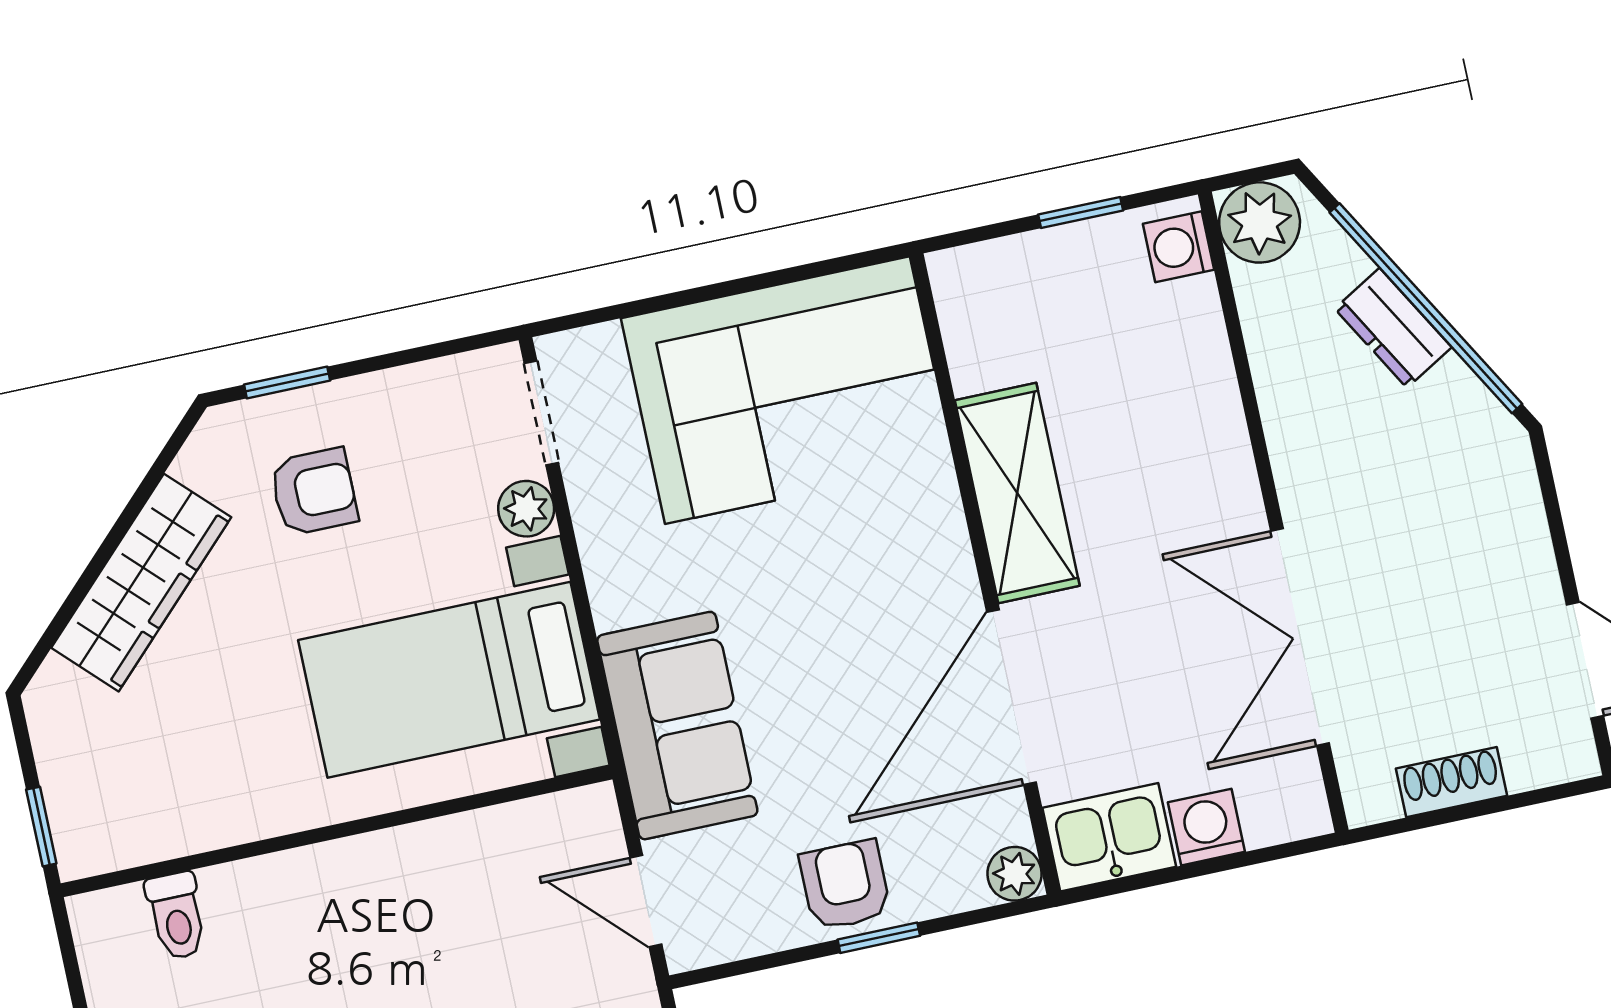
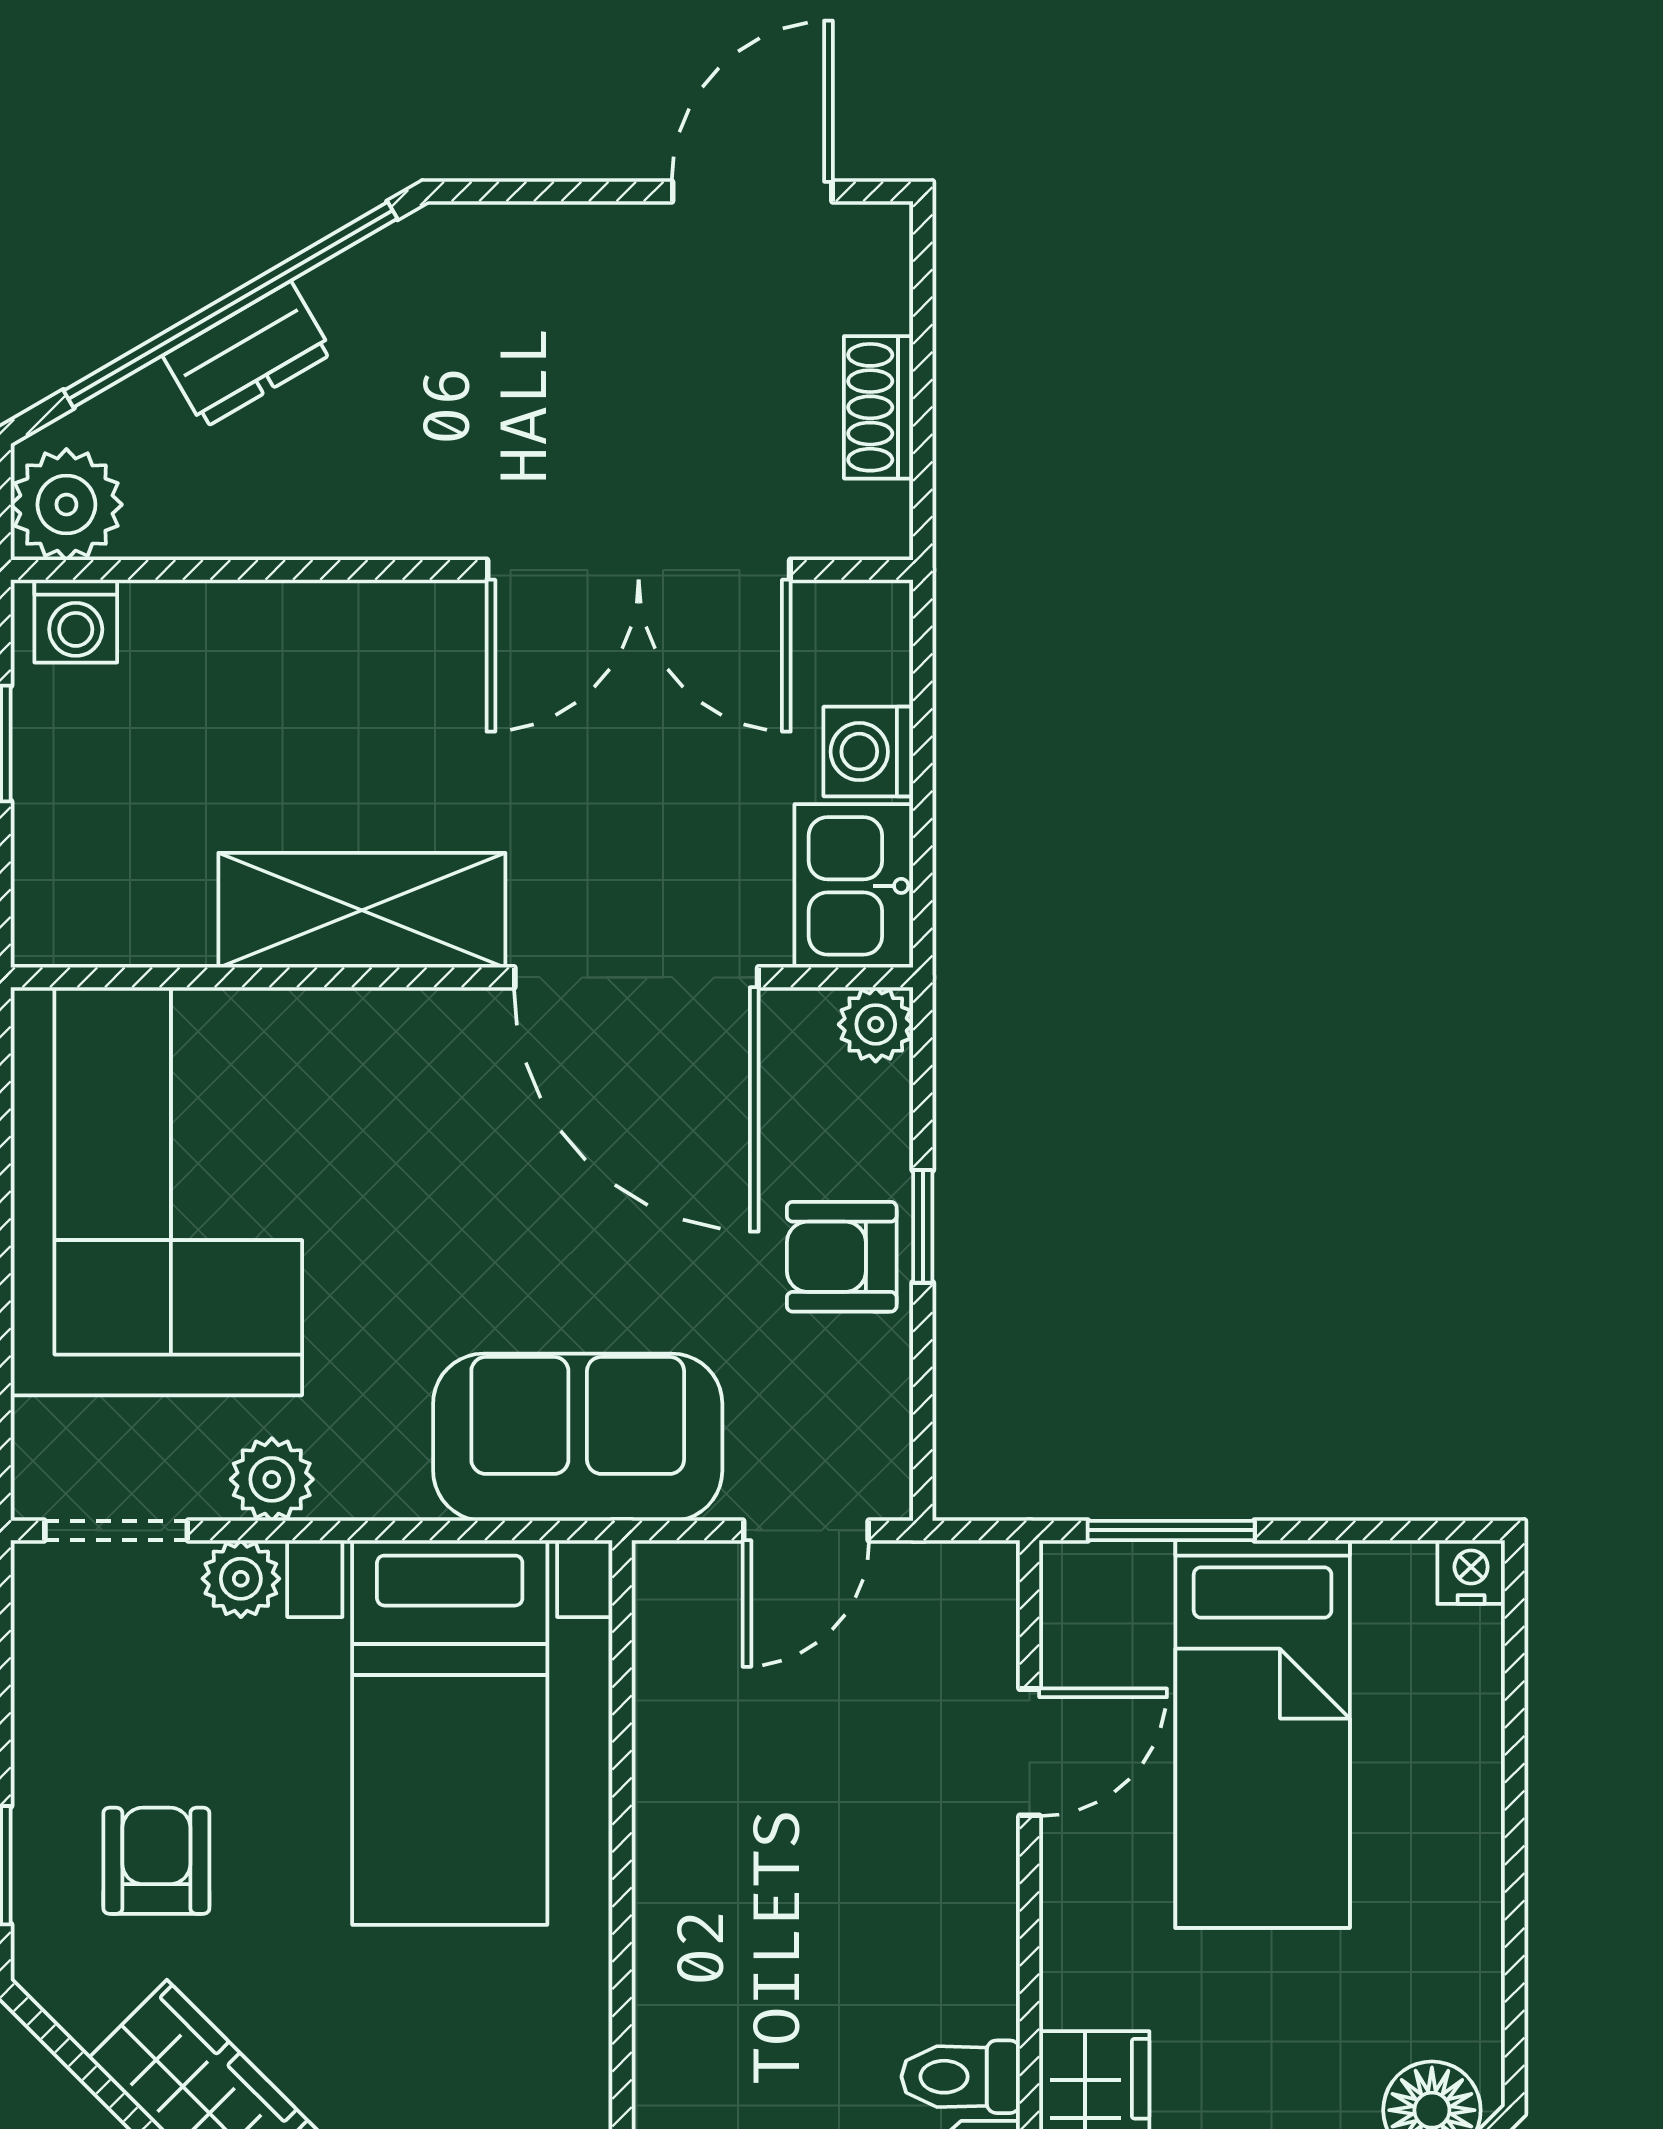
plant: (601, 516) -> (272, 1479), added

